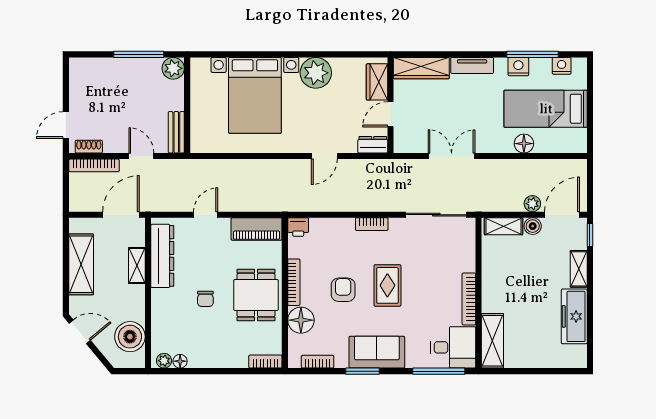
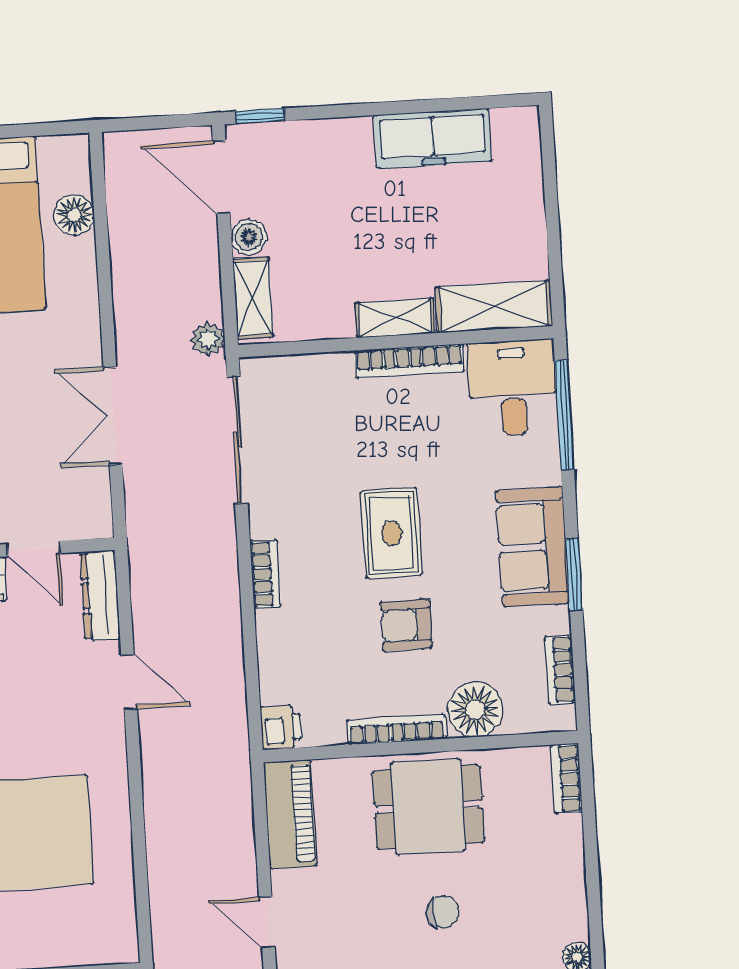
floor lamp: (524, 144) -> (74, 215), moved
dresser: (373, 145) -> (100, 595), width x1.44
plant: (532, 204) -> (208, 339), moved
shelving: (579, 269) -> (395, 318), moved
rug: (387, 285) -> (392, 533), turned 90

